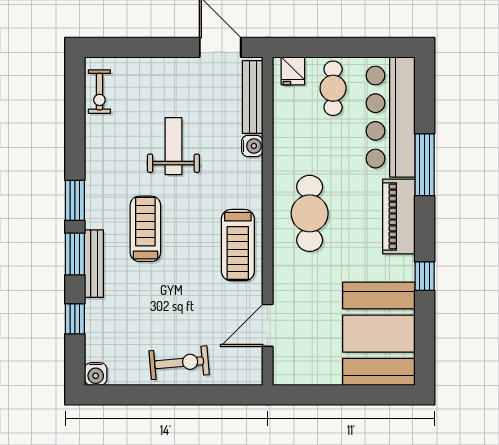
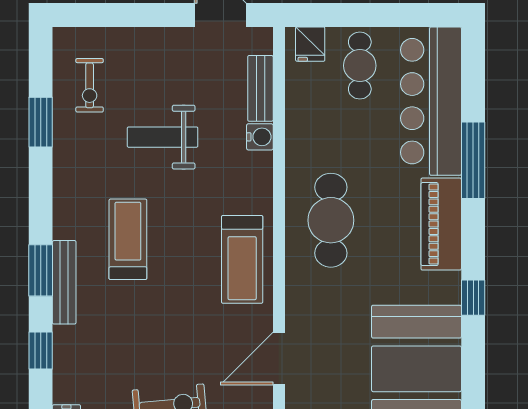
exercise bike: (99, 92) -> (90, 85), moved
bench: (253, 97) -> (260, 88), width x0.73
weight bench: (173, 146) -> (163, 137), turned -90
window: (75, 200) -> (41, 122), moved

